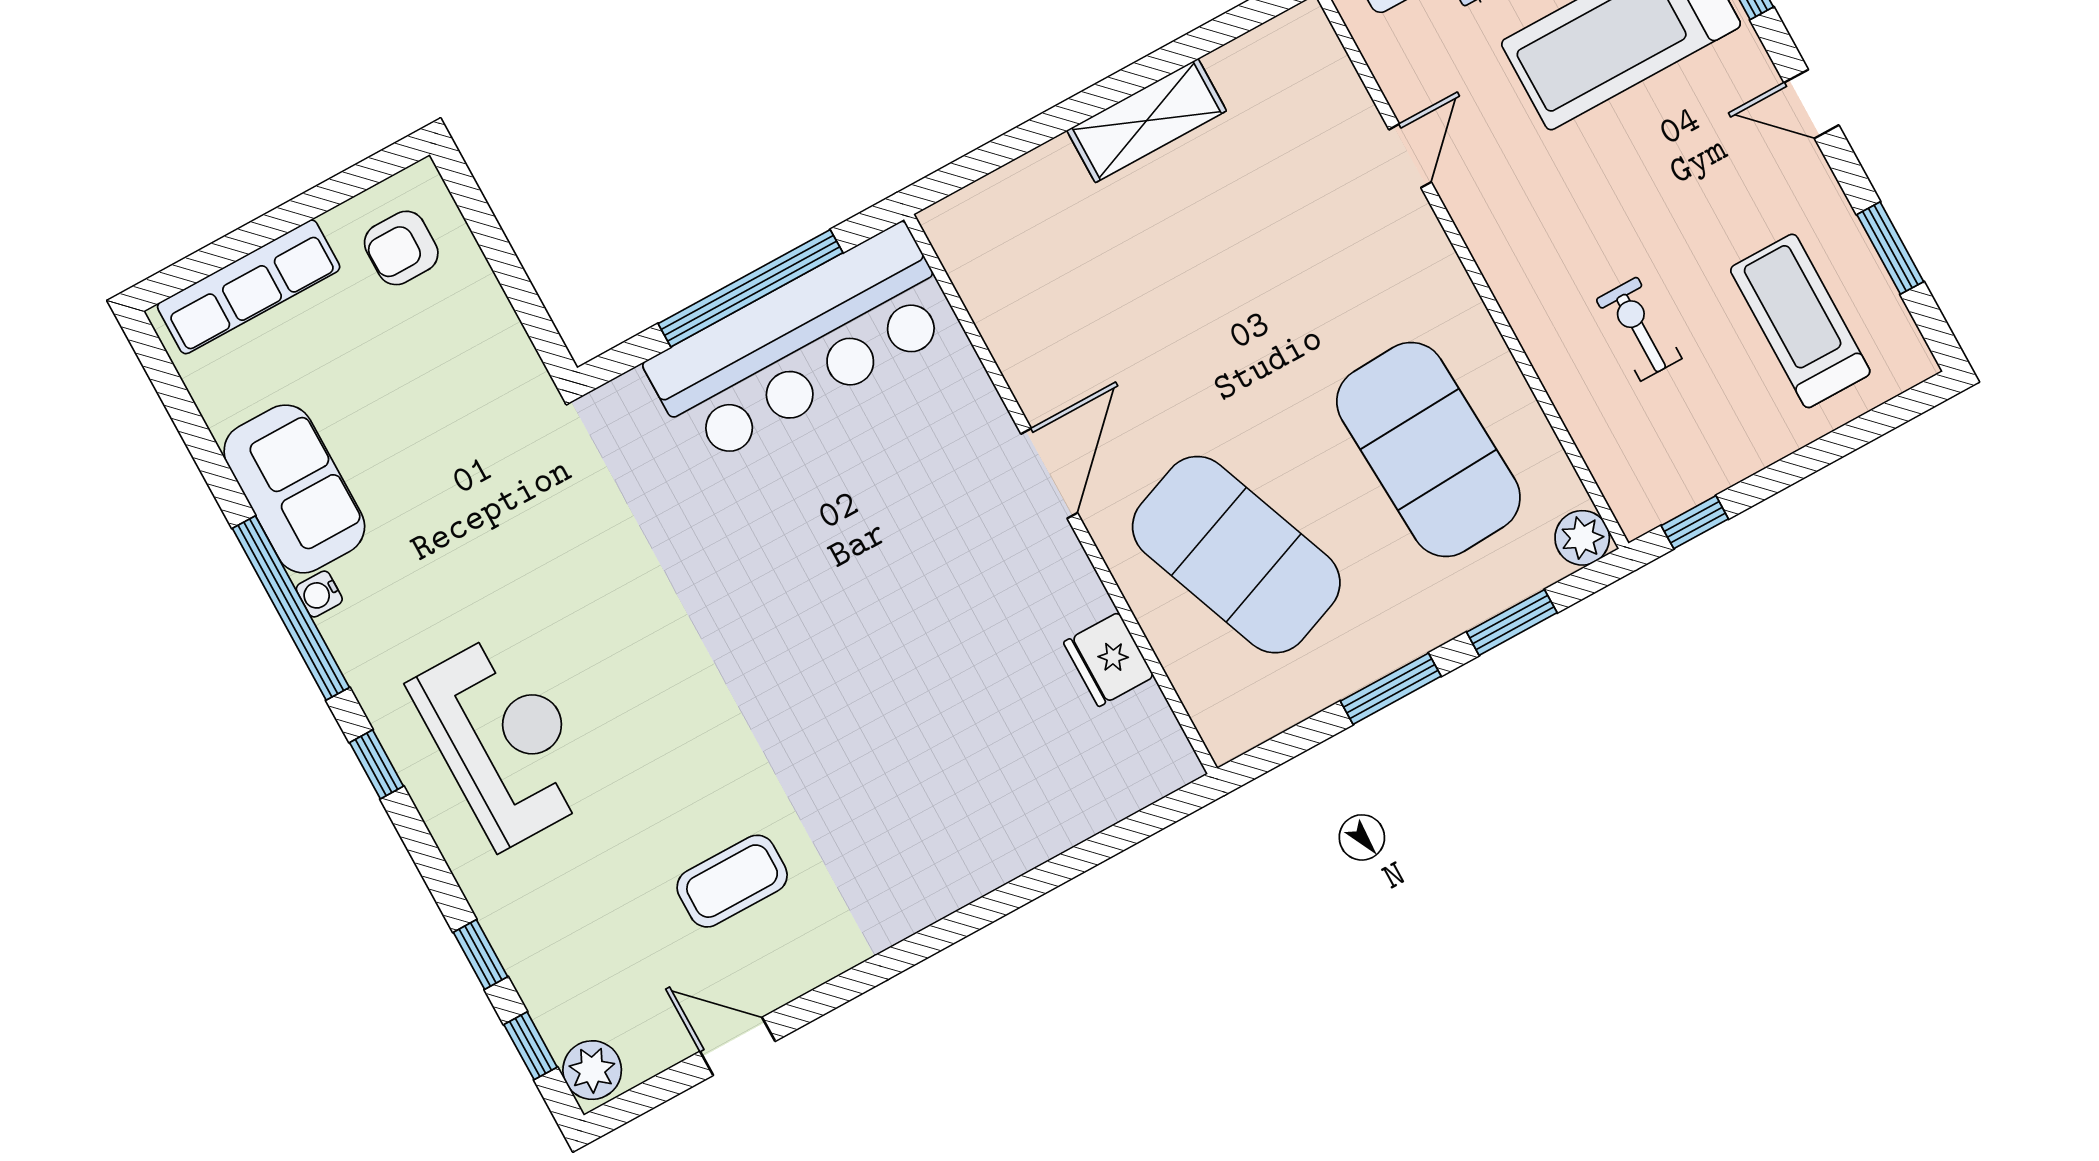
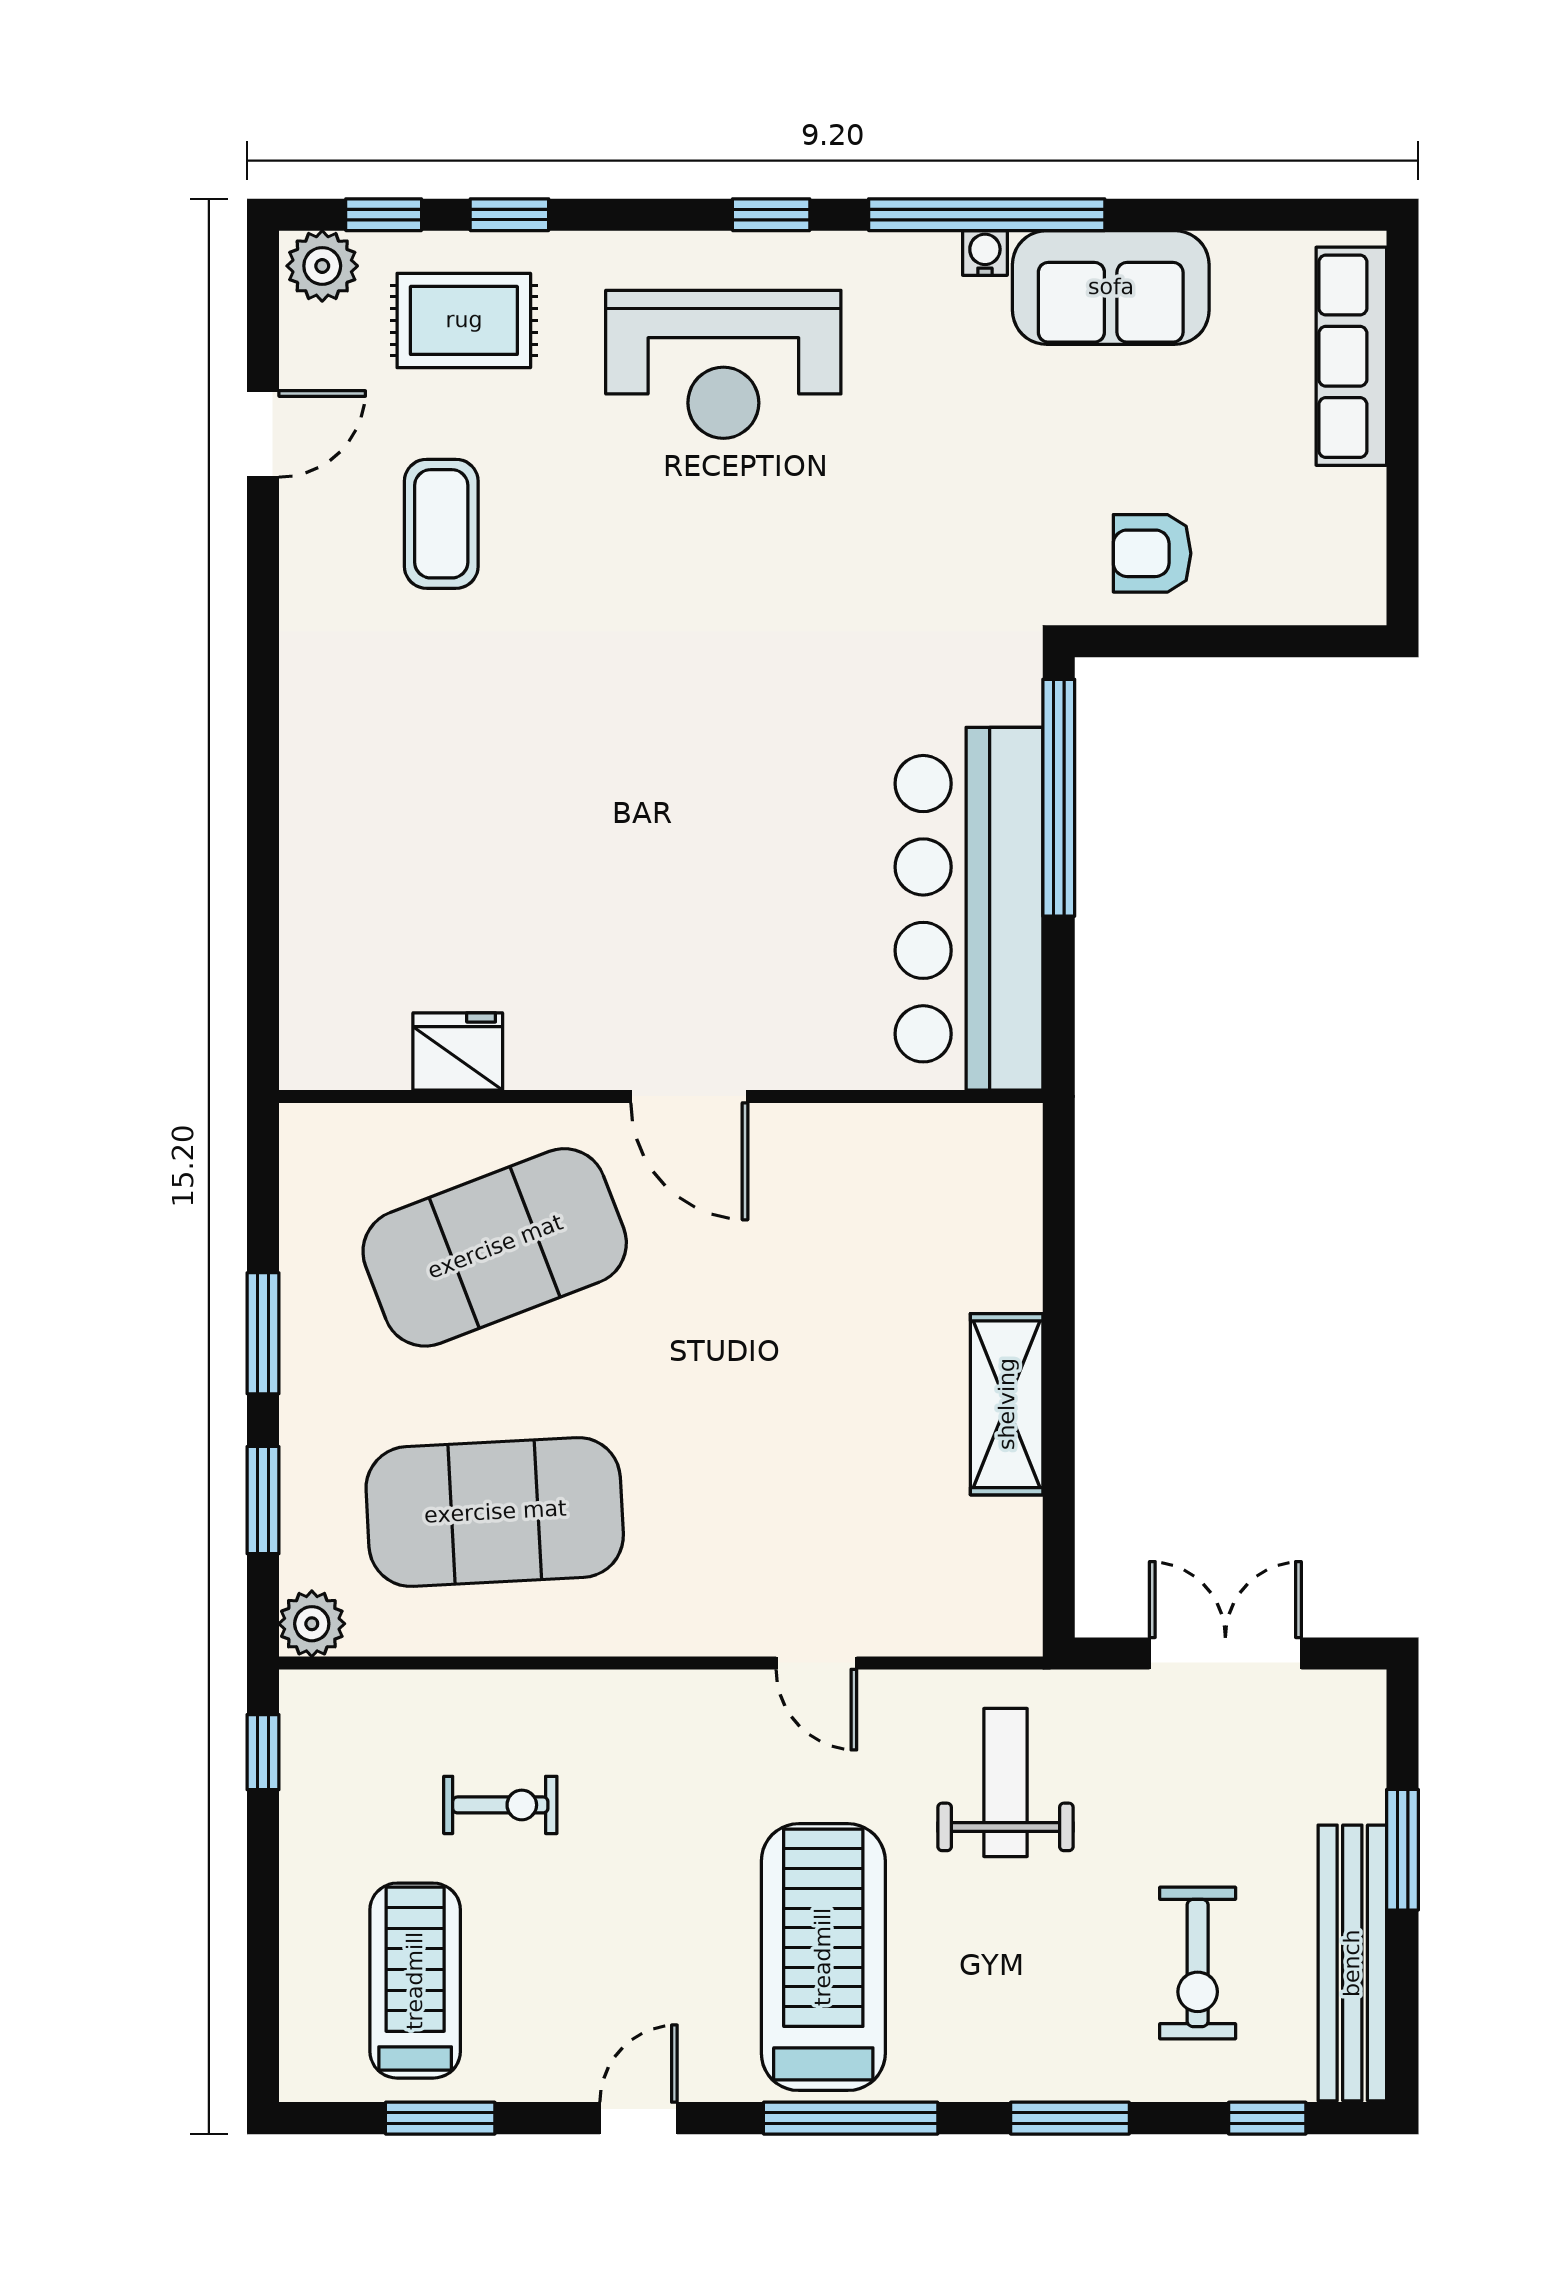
armchair: (401, 248) -> (1152, 553), moved, turned -90
window: (751, 288) -> (1059, 798), moved
treadmill: (1800, 321) -> (415, 1981), turned -90
rug: (575, 946) -> (464, 320), added

